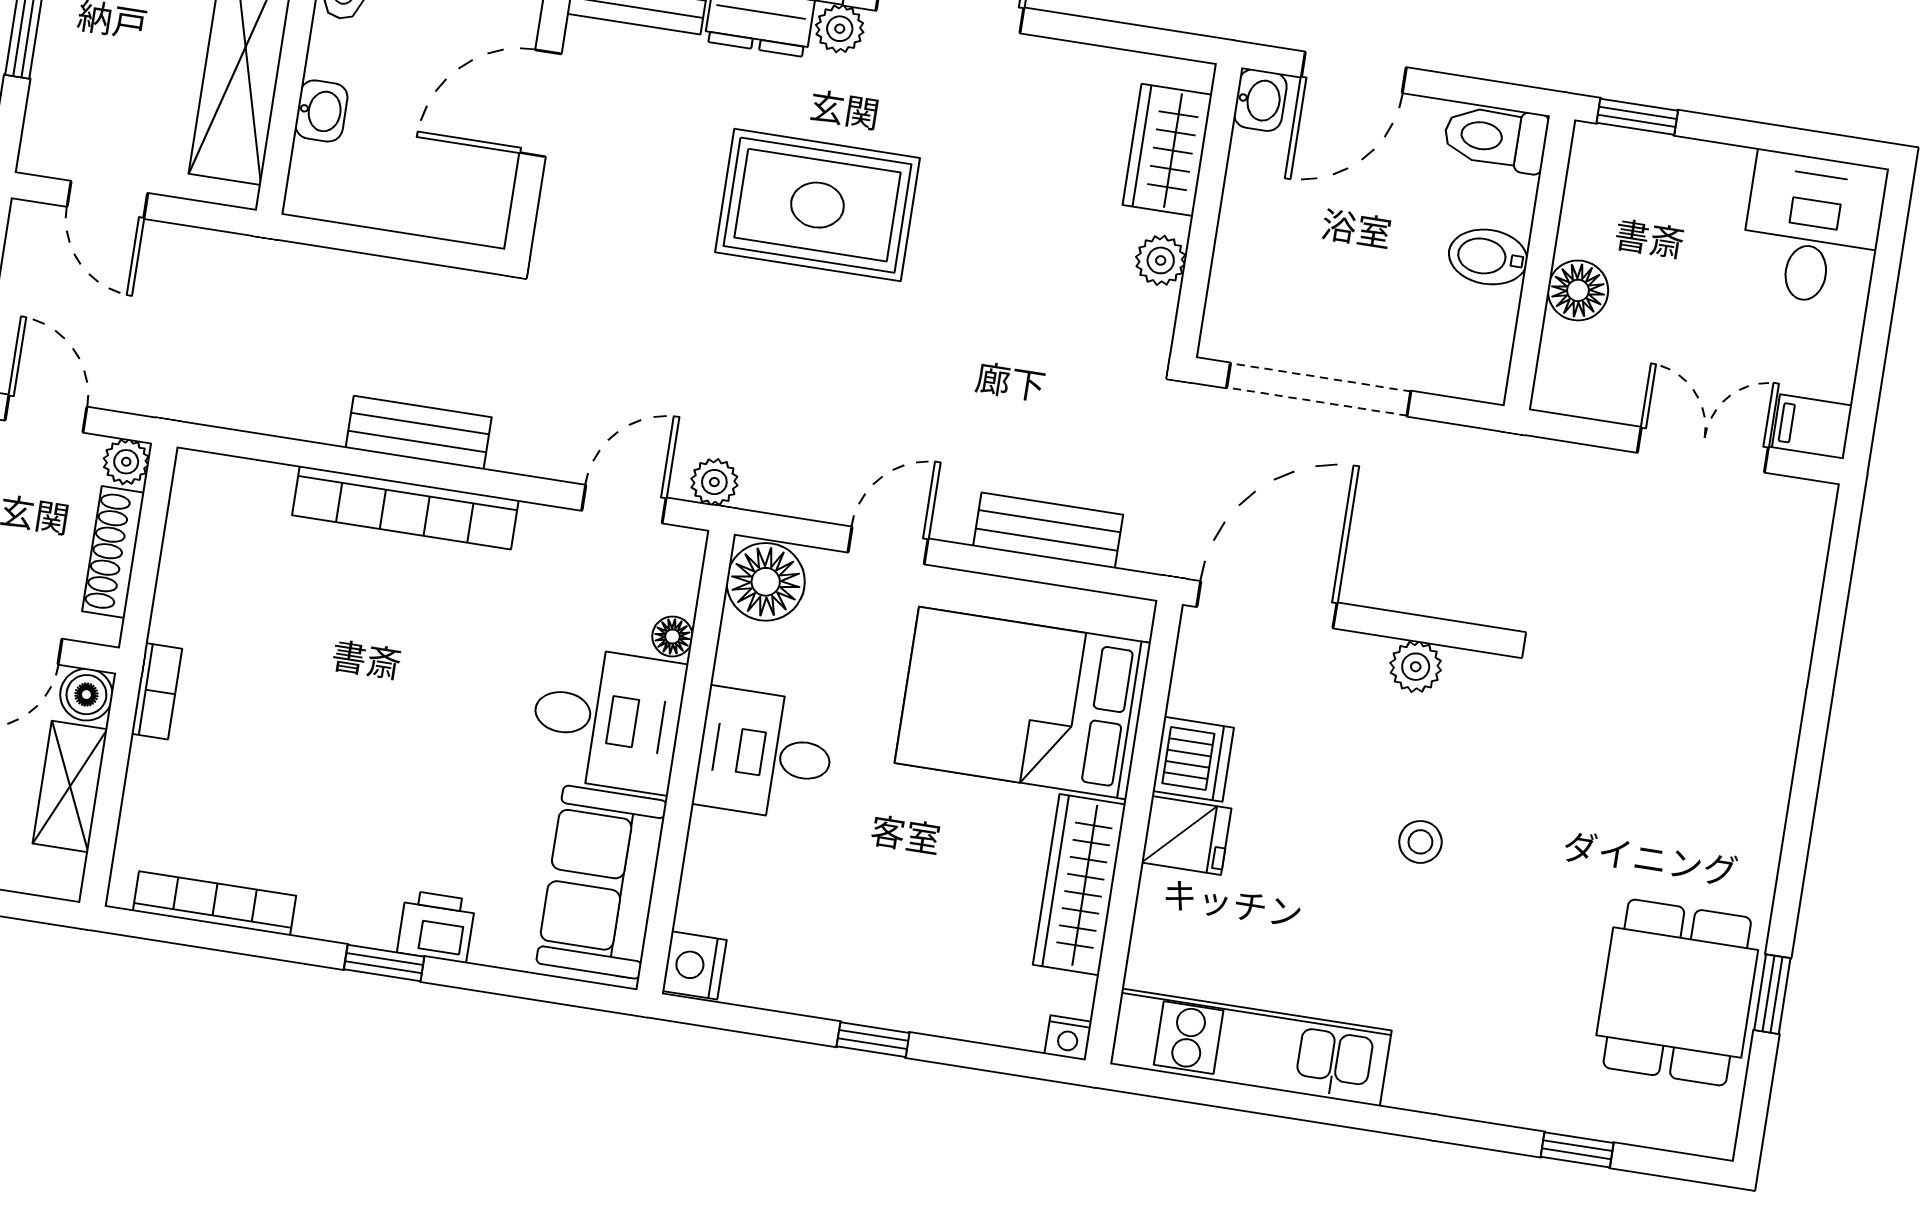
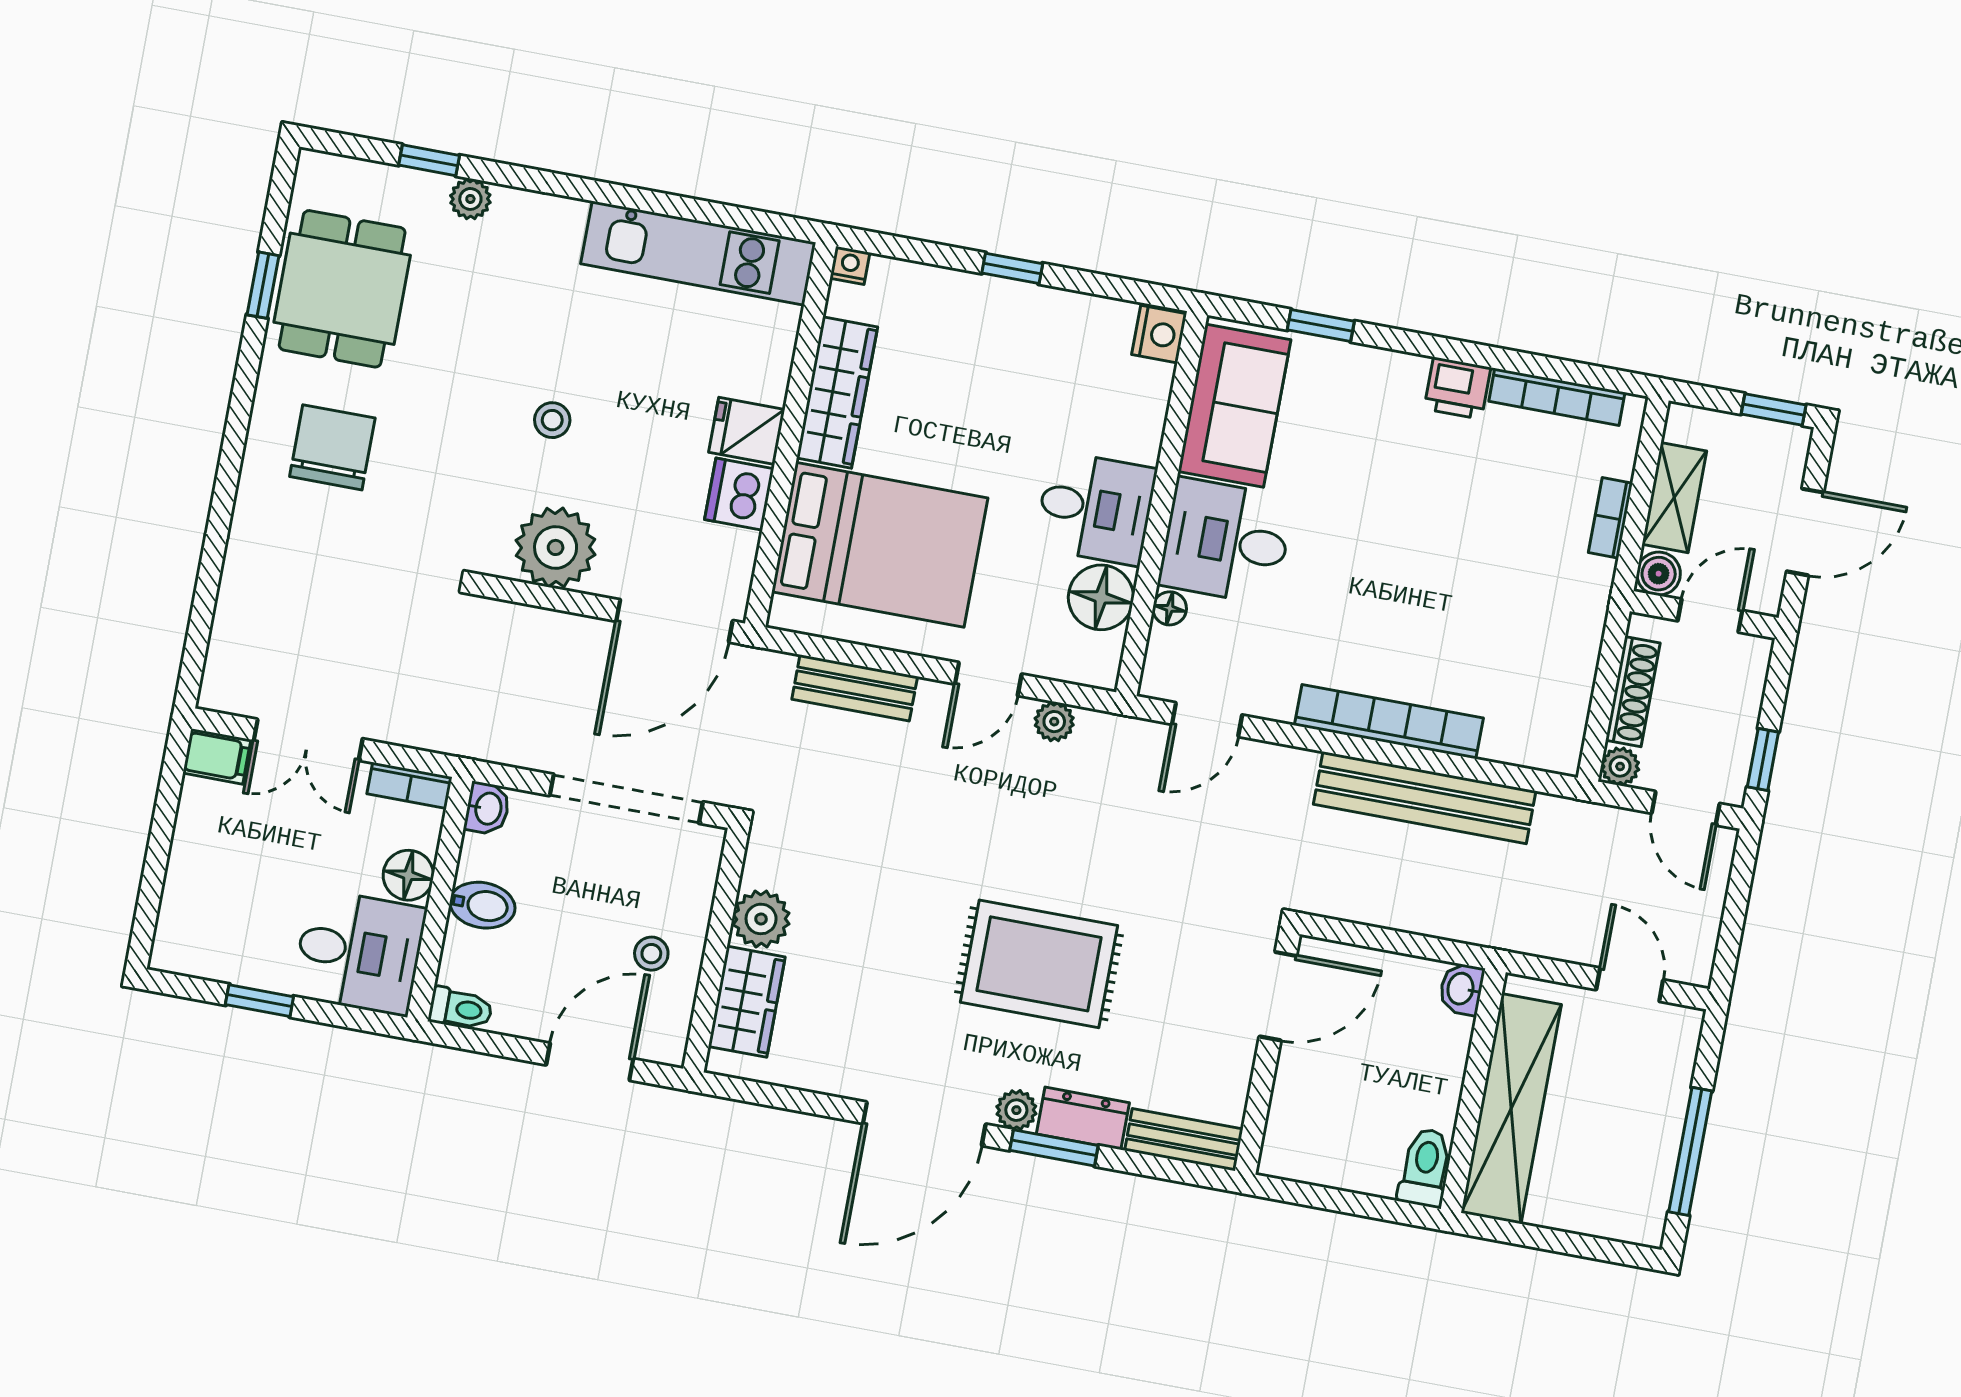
washbasin: (1260, 100) -> (487, 808), moved, turned 180
door: (540, 103) -> (1278, 996), moved
washbasin: (321, 111) -> (1462, 989), moved
window: (1637, 117) -> (259, 1001), moved
toilet: (1496, 138) -> (461, 1009), width x0.73, depth x0.72
stool: (1284, 204) -> (651, 954), added
desk: (1813, 229) -> (359, 952), moved, turned -90
plant: (1161, 260) -> (761, 919), width x1.38, depth x1.38
bookcase: (1580, 398) -> (409, 785), added
bench: (419, 433) -> (1425, 798), width x1.86, depth x1.21
plant: (714, 482) -> (1054, 722), moved
floor lamp: (766, 582) -> (1101, 597), moved
plant: (1416, 667) -> (556, 547), width x1.87, depth x1.87
bookcase: (157, 691) -> (1611, 518), moved
chair: (1684, 802) -> (332, 447), added
printer: (436, 927) -> (1457, 388), moved
window: (384, 963) -> (1321, 326), moved
plant: (1526, 1105) -> (470, 199), added

